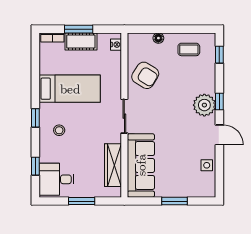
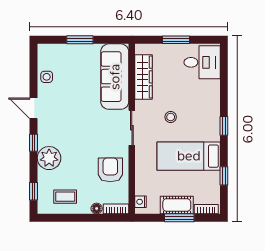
bookcase: (140, 38) -> (116, 209), added
armchair: (145, 75) -> (110, 170), turned 58
plant: (204, 105) -> (49, 158), moved
stool: (59, 130) -> (171, 117), moved
window: (35, 166) -> (224, 176), moved

